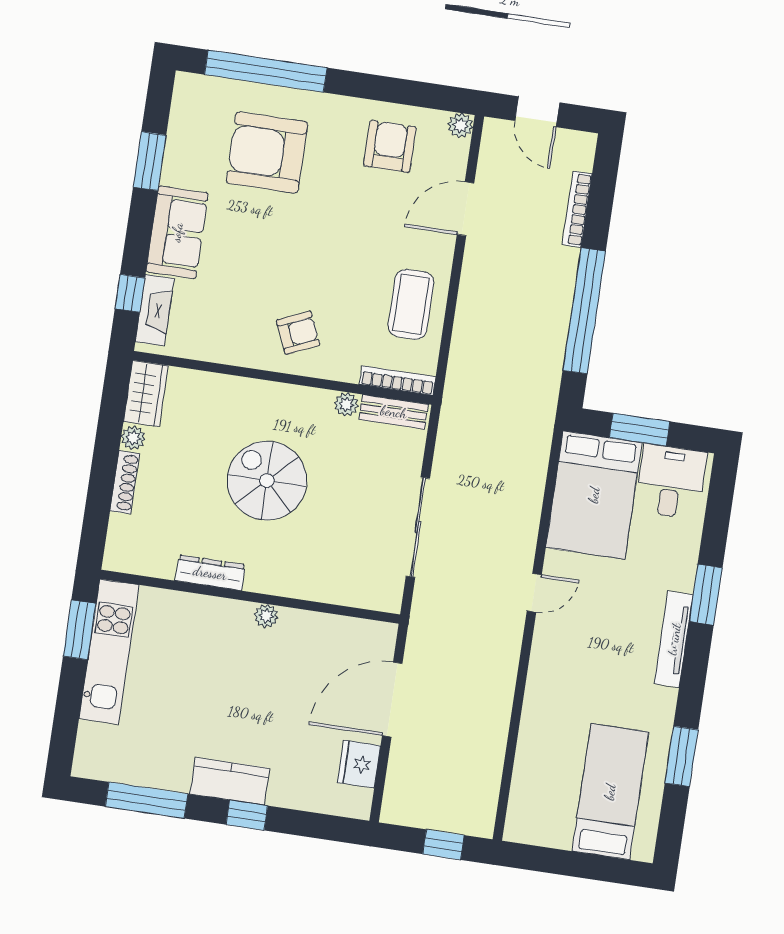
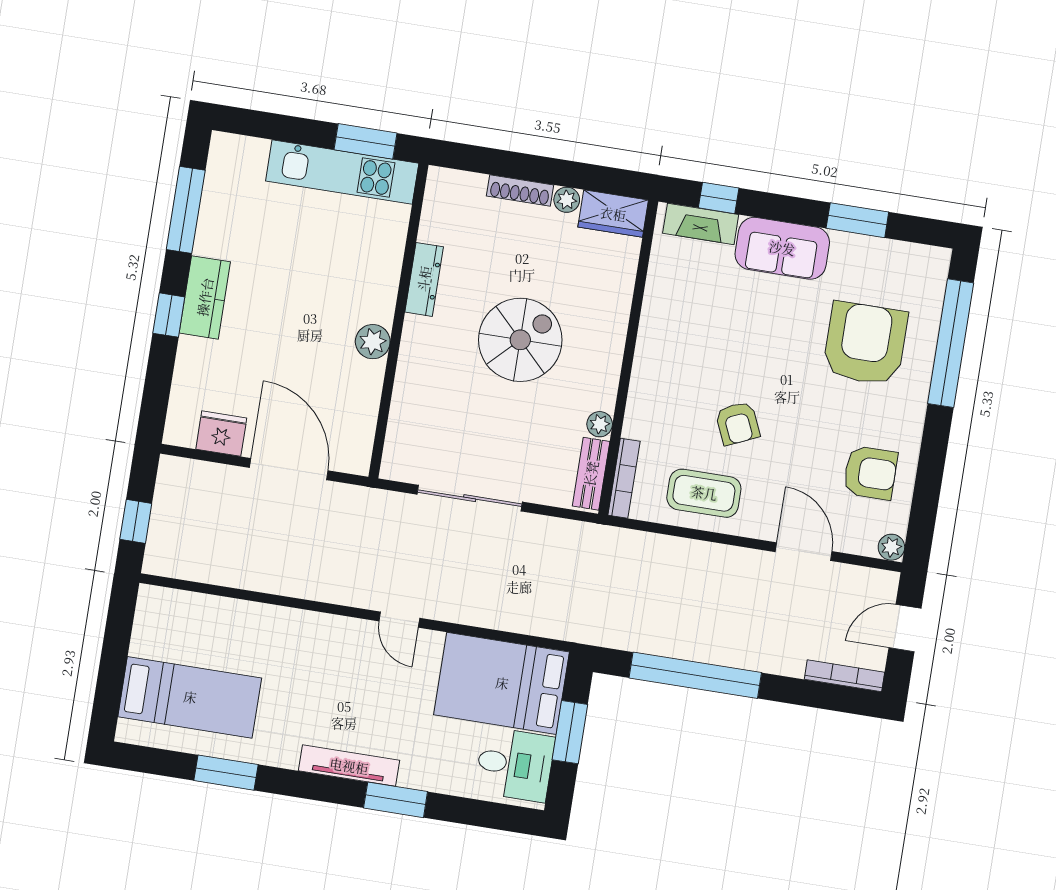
bookcase: (577, 209) -> (844, 676), moved
armchair: (298, 333) -> (738, 423), moved
plant: (266, 616) -> (373, 342), width x1.38, depth x1.38

